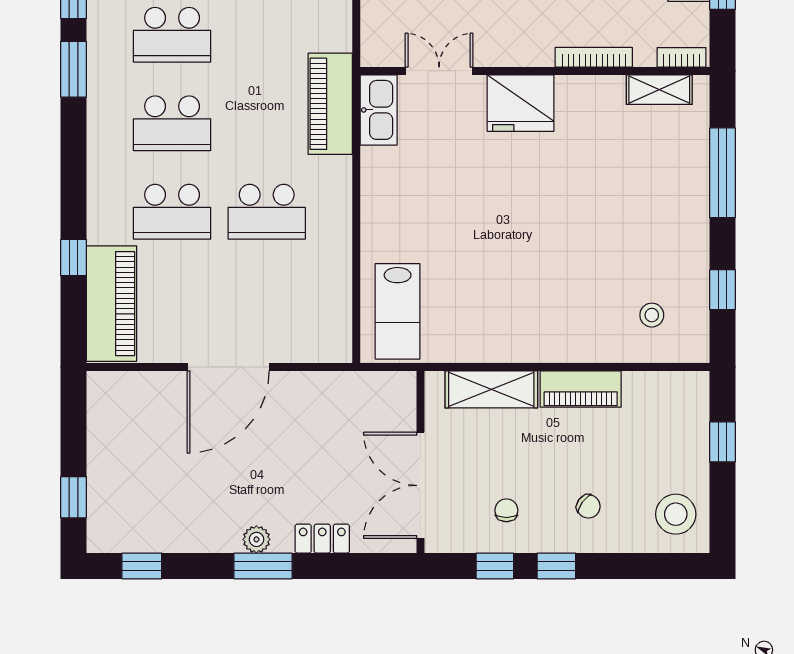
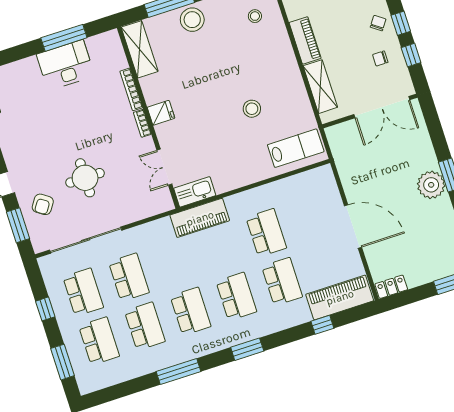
bookcase: (682, 57) -> (142, 123), moved
window: (74, 69) -> (247, 349), moved
shelving: (659, 90) -> (140, 49), width x1.50, depth x1.33
fridge: (521, 103) -> (161, 113), width x0.53, depth x0.75
stool: (681, 203) -> (192, 20), added
stool: (492, 257) -> (252, 109), added
chair: (588, 506) -> (378, 23), moved
plant: (256, 539) -> (431, 185), width x1.88, depth x1.88
locker: (322, 539) -> (391, 287), moved, turned 90

